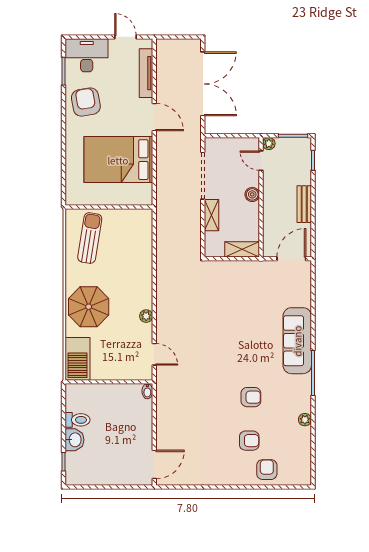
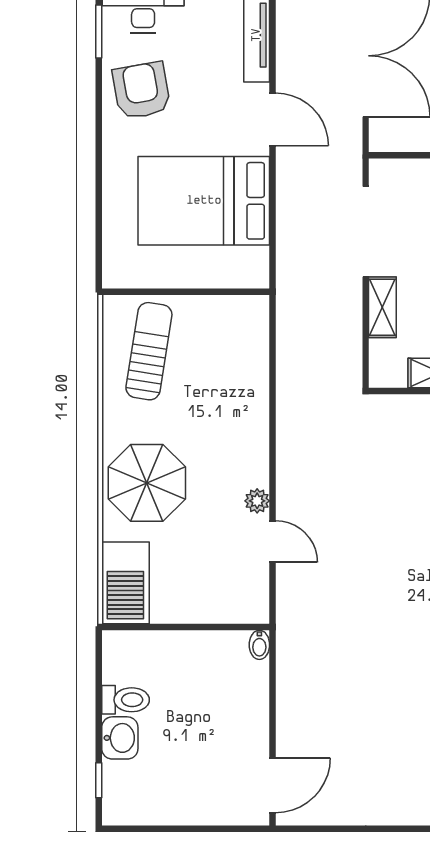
door: (154, 354) -> (273, 541), moved

